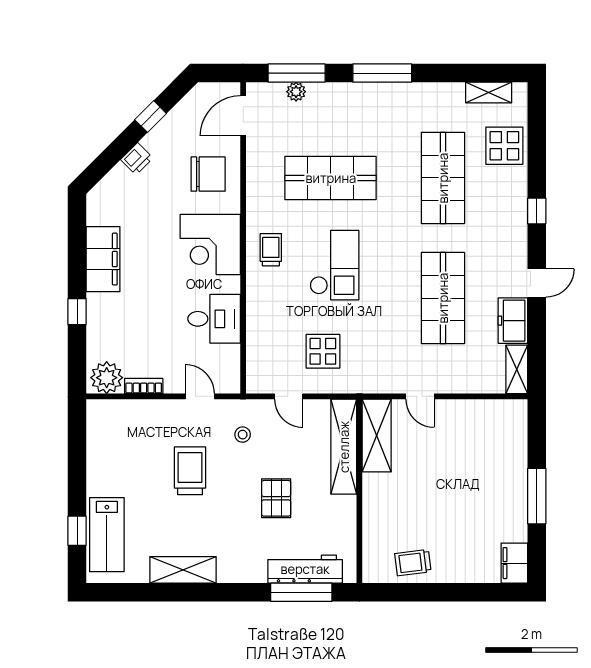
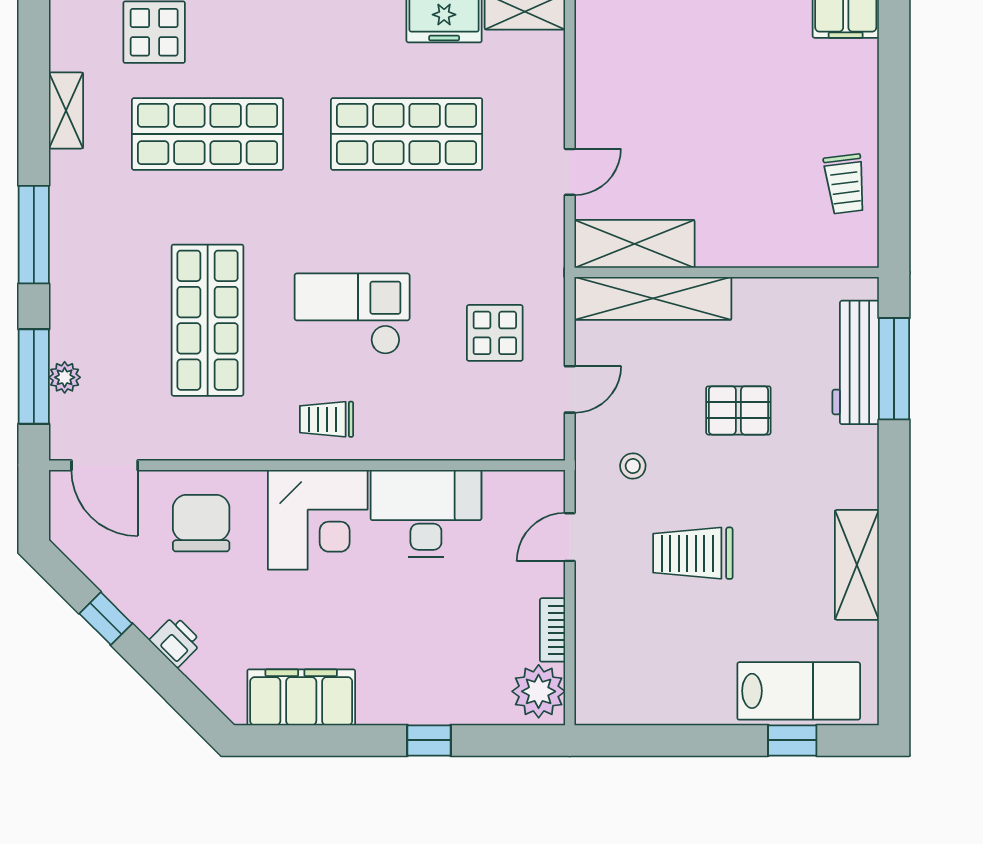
shelving: (489, 93) -> (66, 110), moved
filing cabinet: (103, 259) -> (301, 697), moved
desk: (214, 319) -> (426, 513), width x1.37

